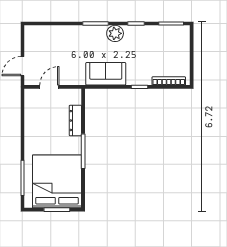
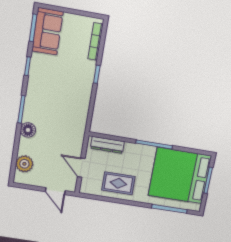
floor lamp: (77, 32) -> (28, 130), added
plant: (115, 33) -> (24, 164), moved
sofa: (106, 74) -> (47, 31), moved, turned 180
dresser: (75, 121) -> (107, 145), moved
rug: (40, 125) -> (118, 183), added

